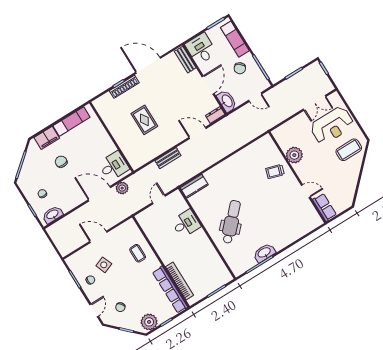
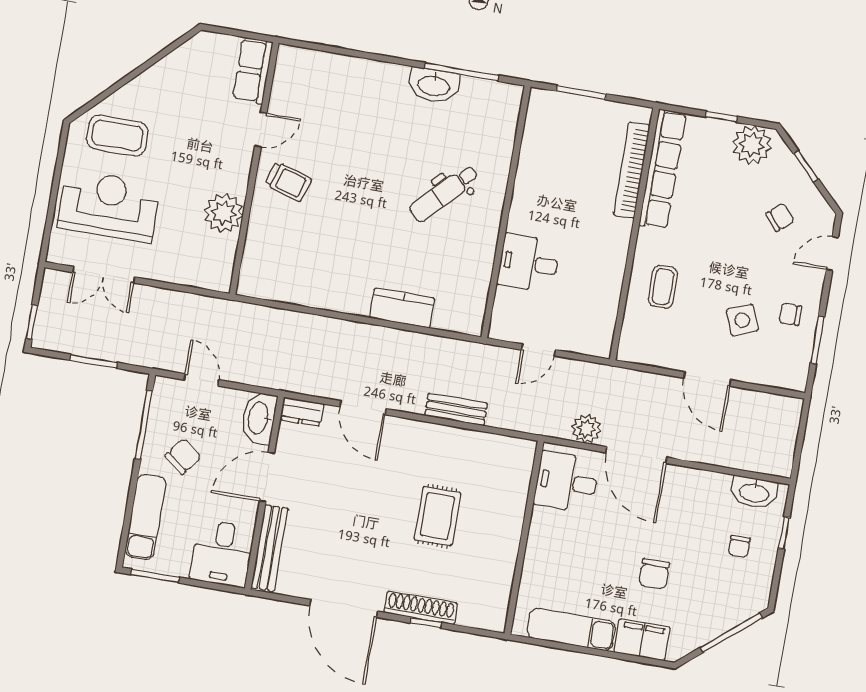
bench: (185, 60) -> (270, 548), width x1.36
double door: (315, 103) -> (104, 275), swing flipped
trolley: (275, 172) -> (288, 182), moved
kitchen counter: (194, 186) -> (402, 308), moved
door: (306, 191) -> (261, 130), swing flipped
dental chair: (231, 222) -> (444, 193), width x0.73, depth x0.72

